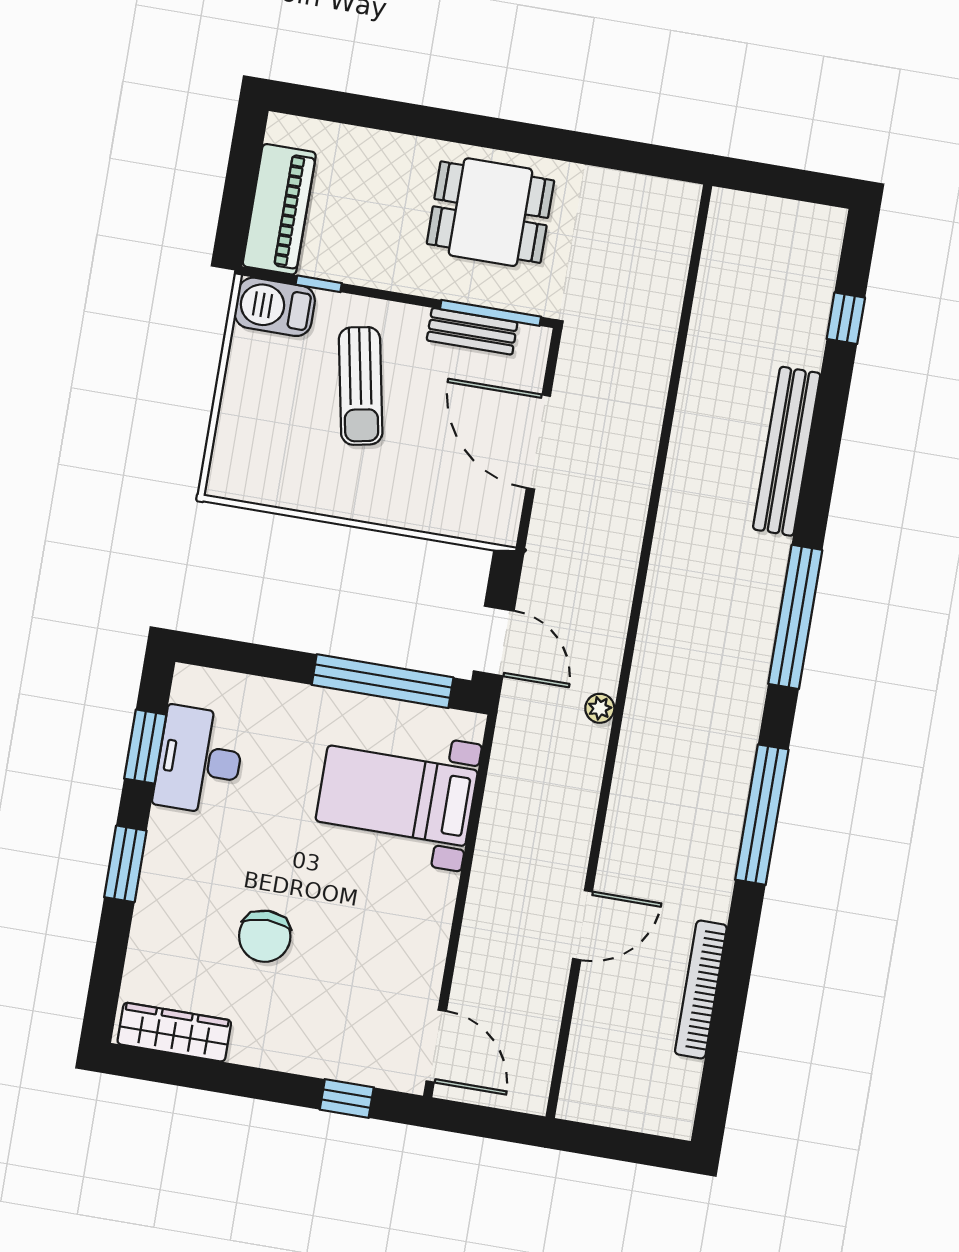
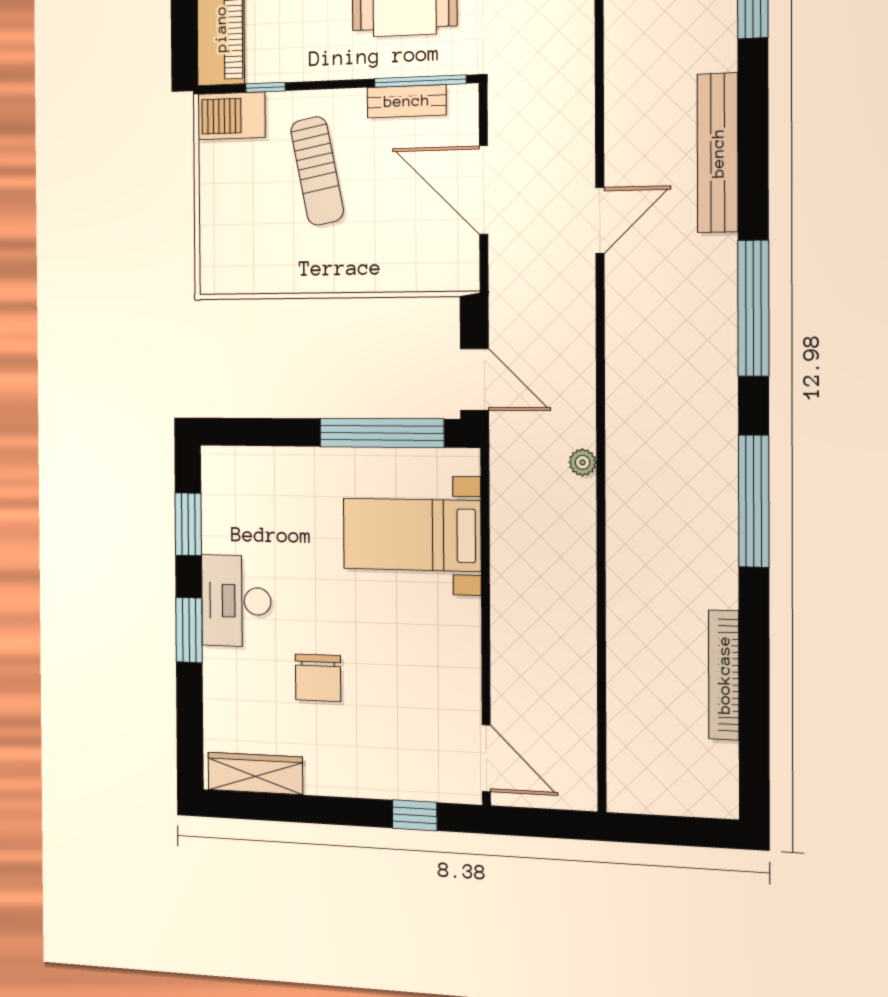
plant: (600, 708) -> (583, 462), moved
desk: (199, 760) -> (236, 601), moved
door: (583, 925) -> (600, 220), moved

